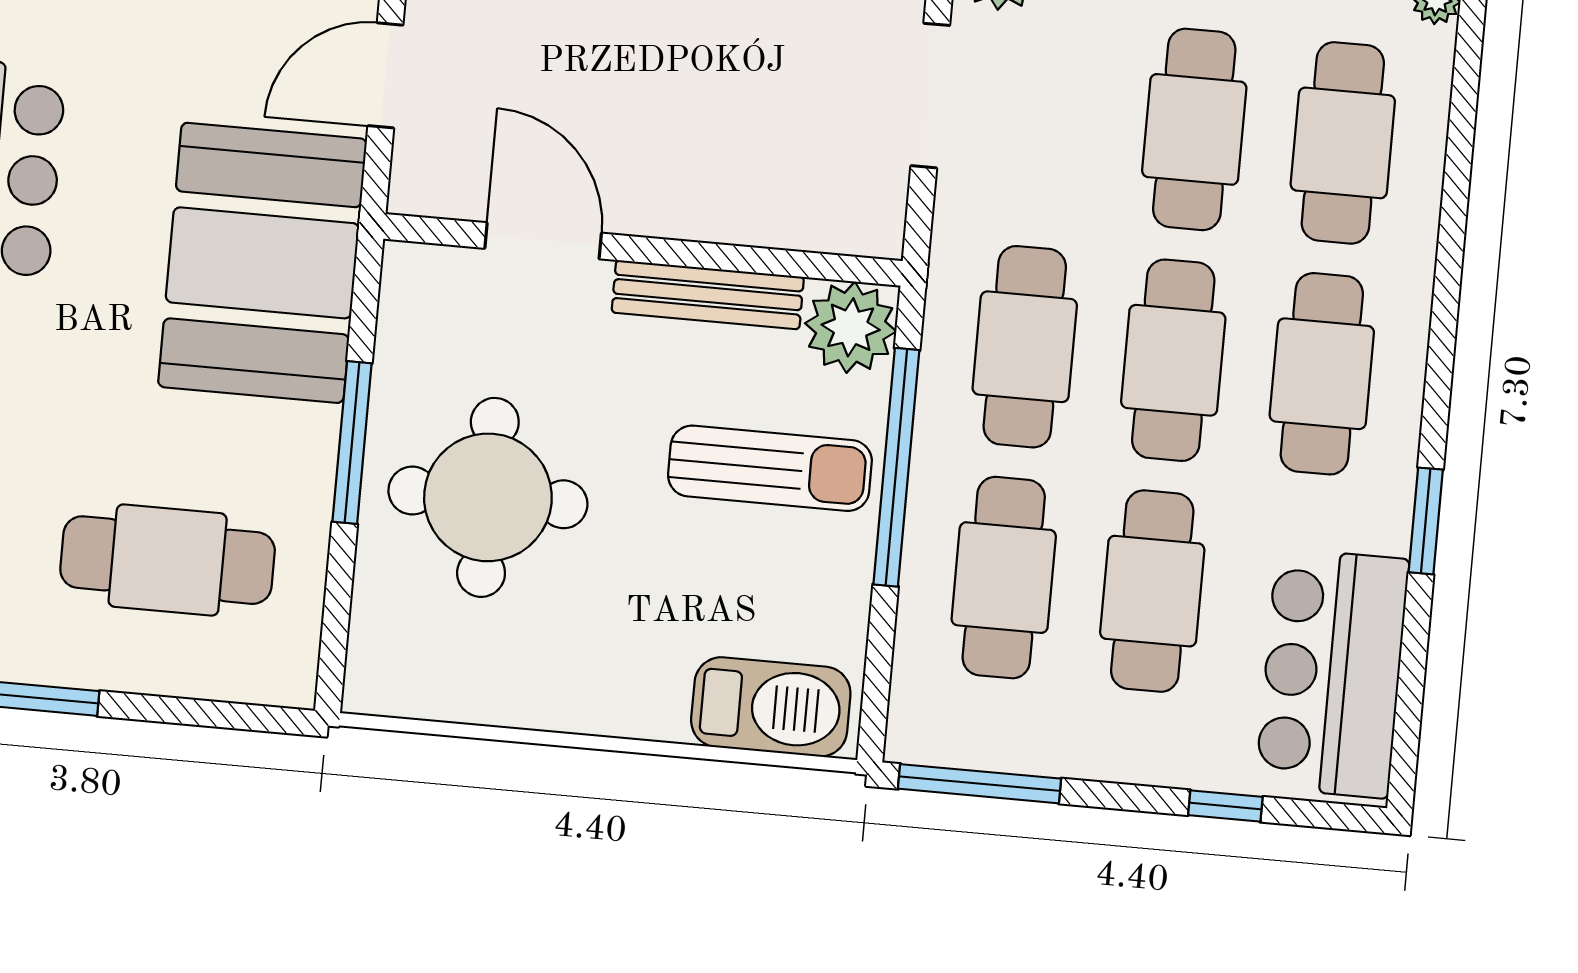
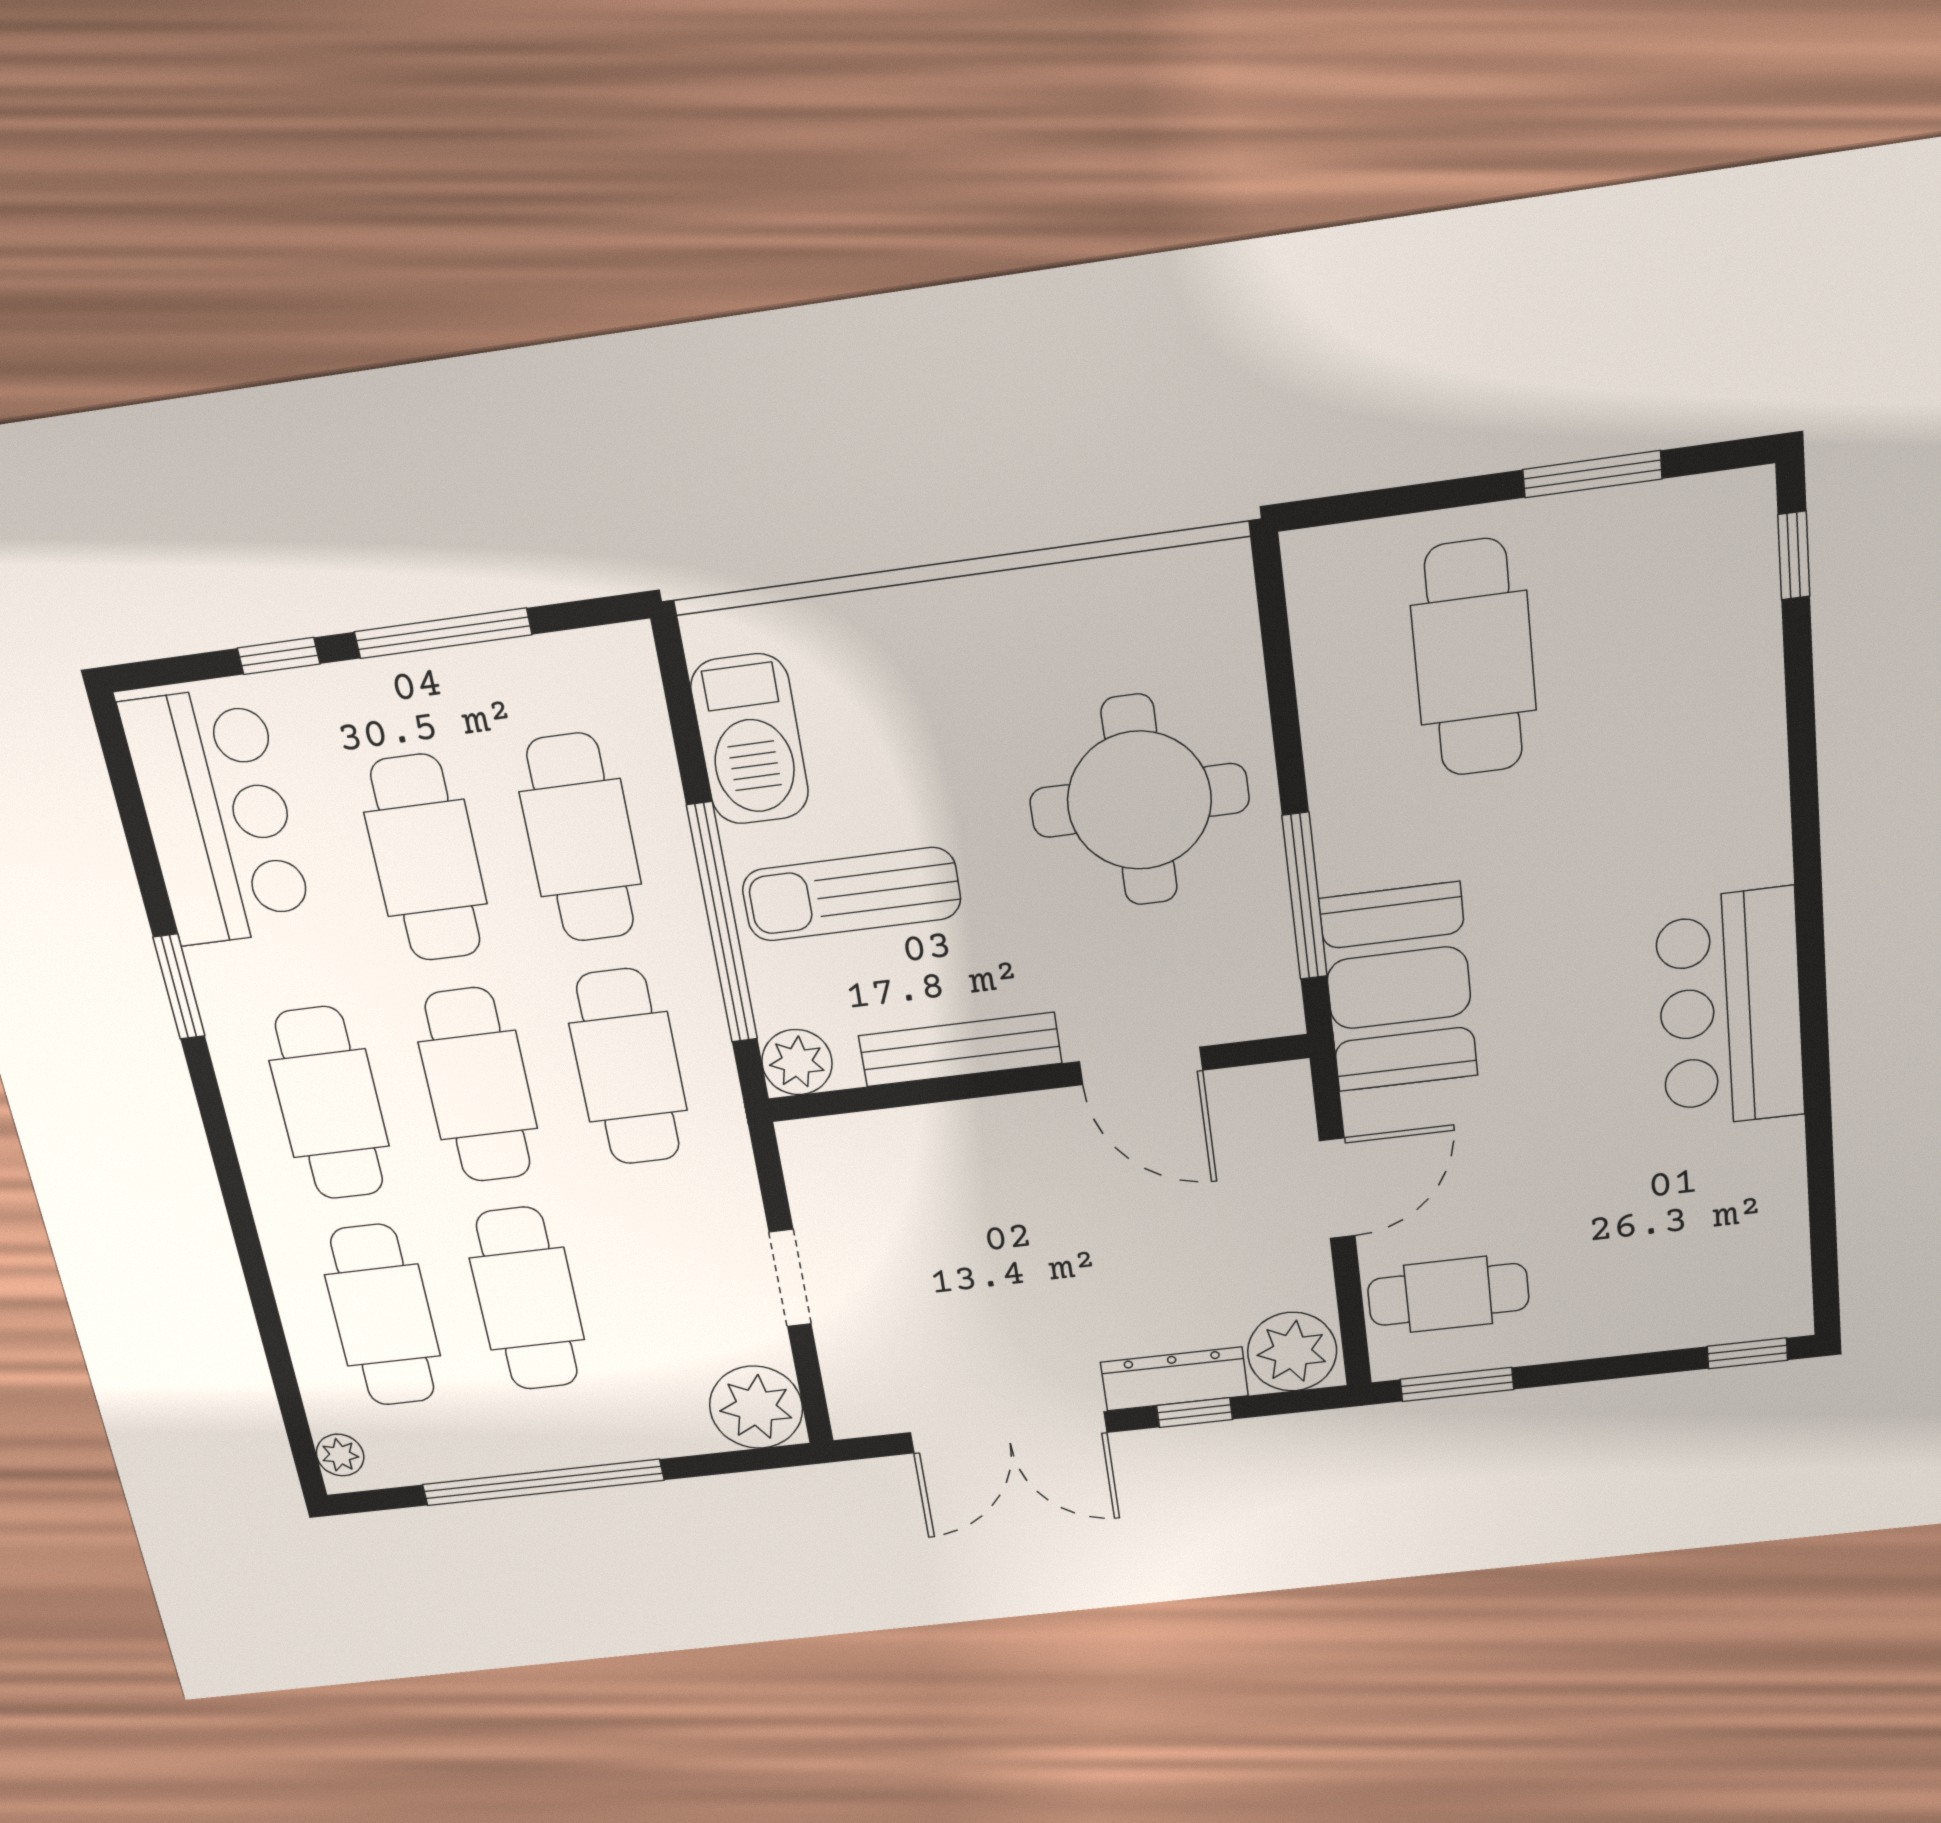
doorway: (930, 96) -> (790, 1278), width x0.73
booth: (262, 263) -> (1399, 988), width x0.73, depth x0.70
plant: (851, 327) -> (797, 1062), width x0.73, depth x0.73
window: (352, 443) -> (1305, 896), moved
cafe table: (168, 560) -> (1474, 658), turned 90
barbecue: (771, 707) -> (750, 739), moved, turned -90
window: (980, 784) -> (443, 633), moved

